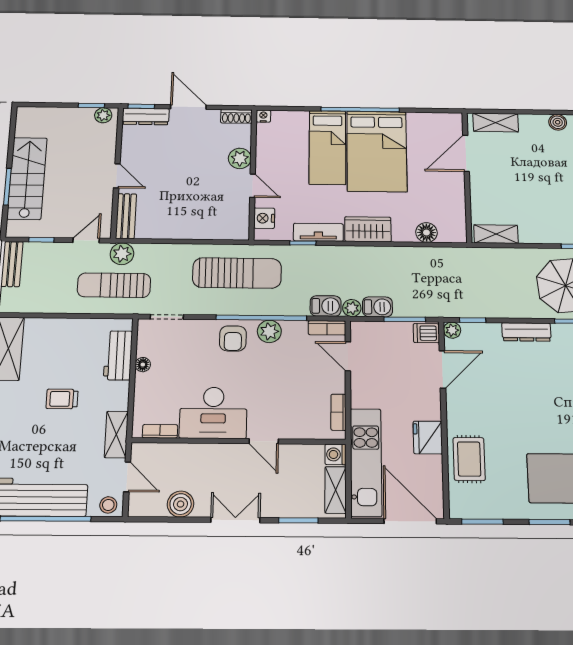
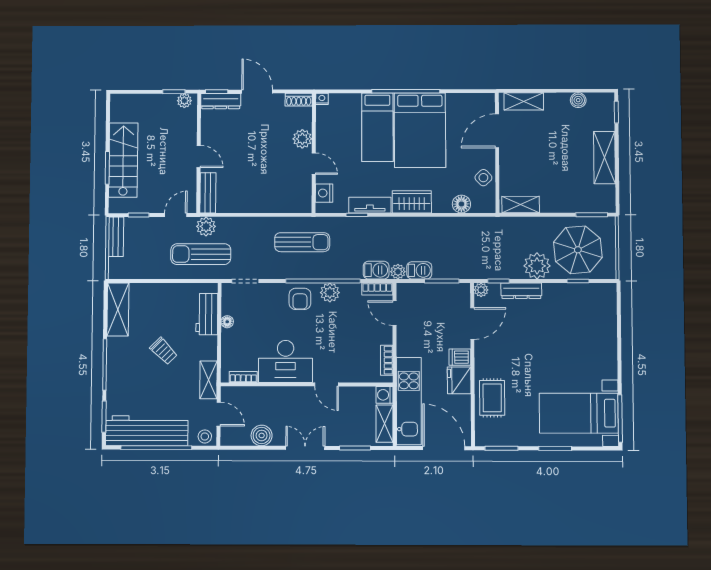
side table: (452, 204) -> (483, 178), added
sun lounger: (237, 273) -> (302, 242), width x0.73, depth x0.75
plant: (518, 303) -> (537, 266), added
dresser: (526, 332) -> (521, 291), moved
dishwasher: (426, 333) -> (460, 357), moved
trolley: (62, 399) -> (164, 351), turned -135

